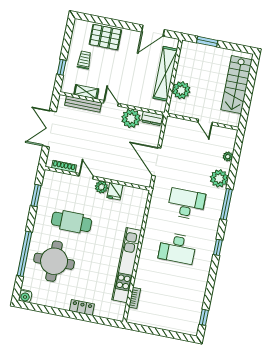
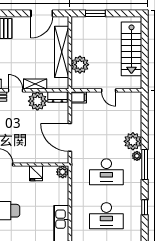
shelving: (132, 101) -> (35, 84), added
filing cabinet: (173, 123) -> (79, 97), added
plant: (228, 157) -> (137, 156), moved
plant: (101, 187) -> (63, 172), moved
desk: (186, 204) -> (106, 172), turned 180

